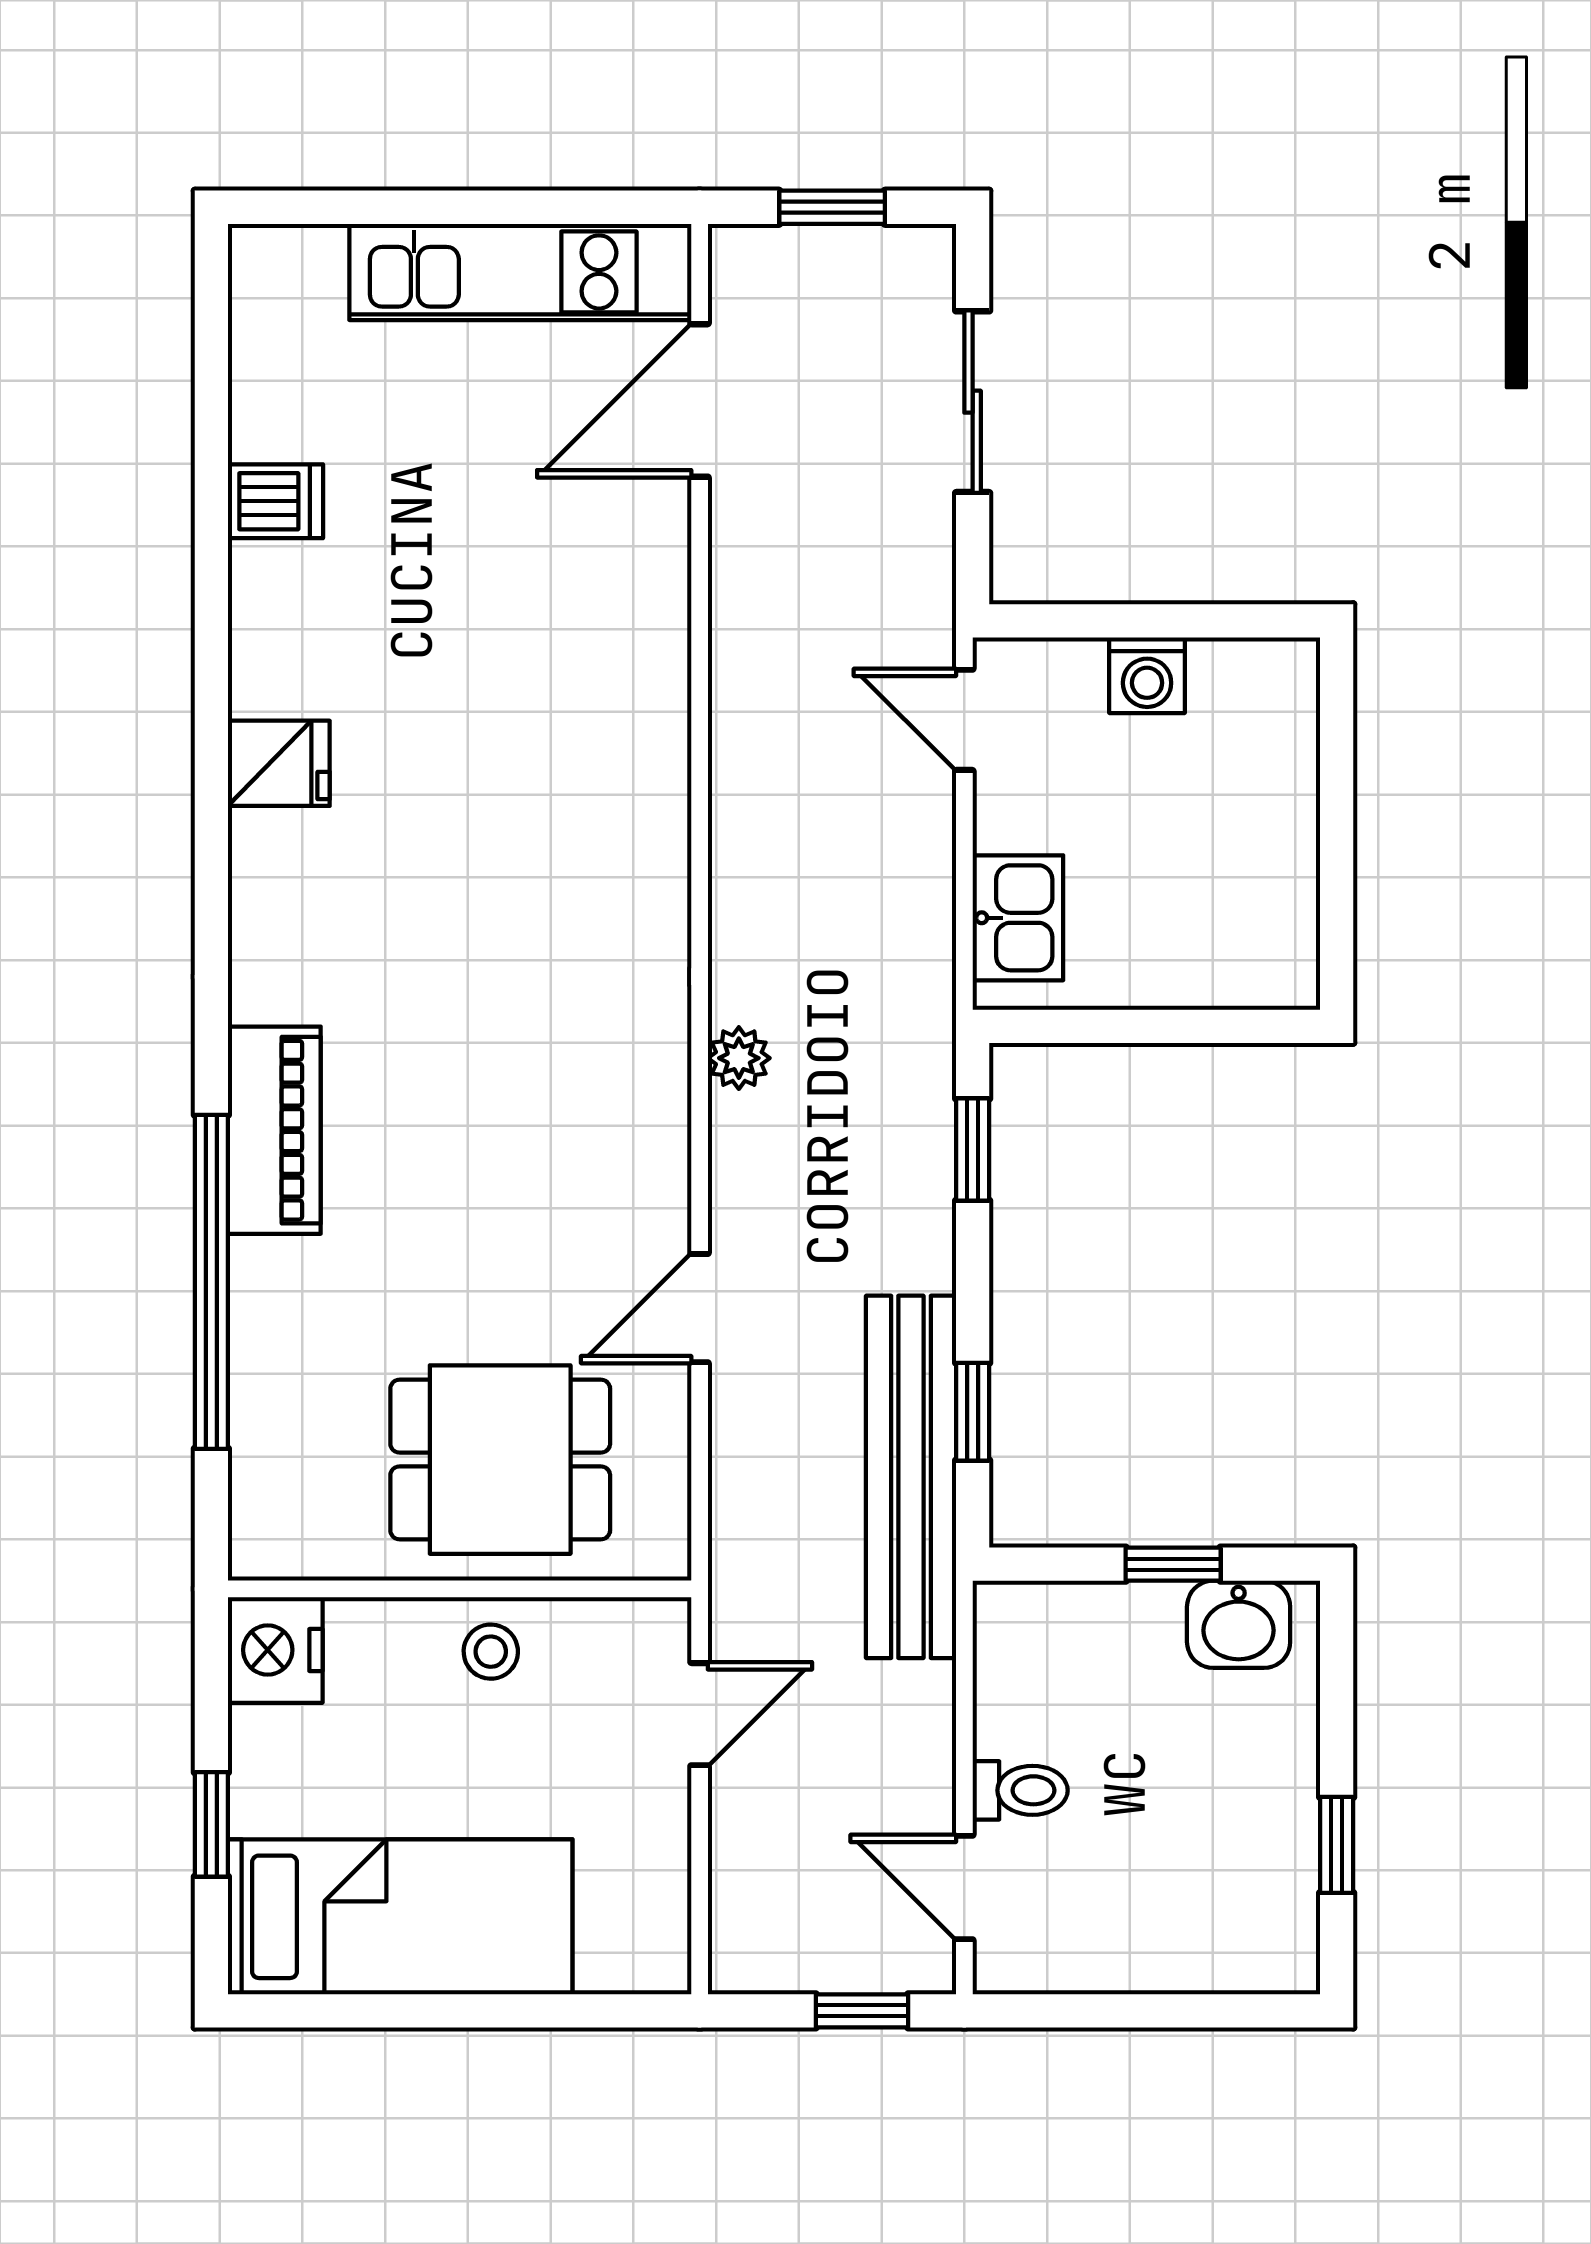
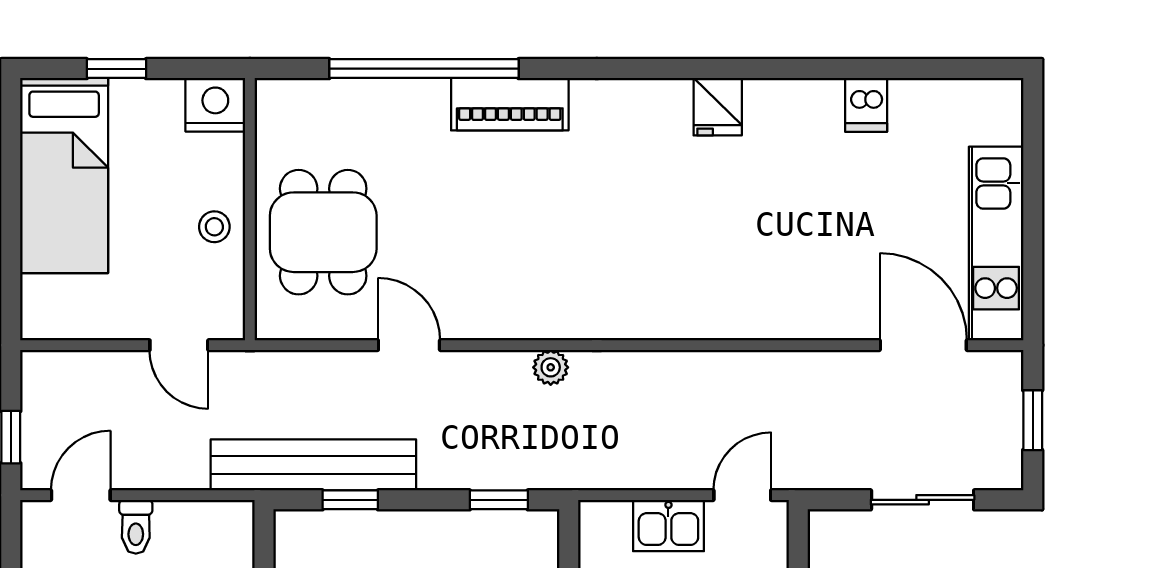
kitchen sink: (1018, 918) -> (668, 525), moved

